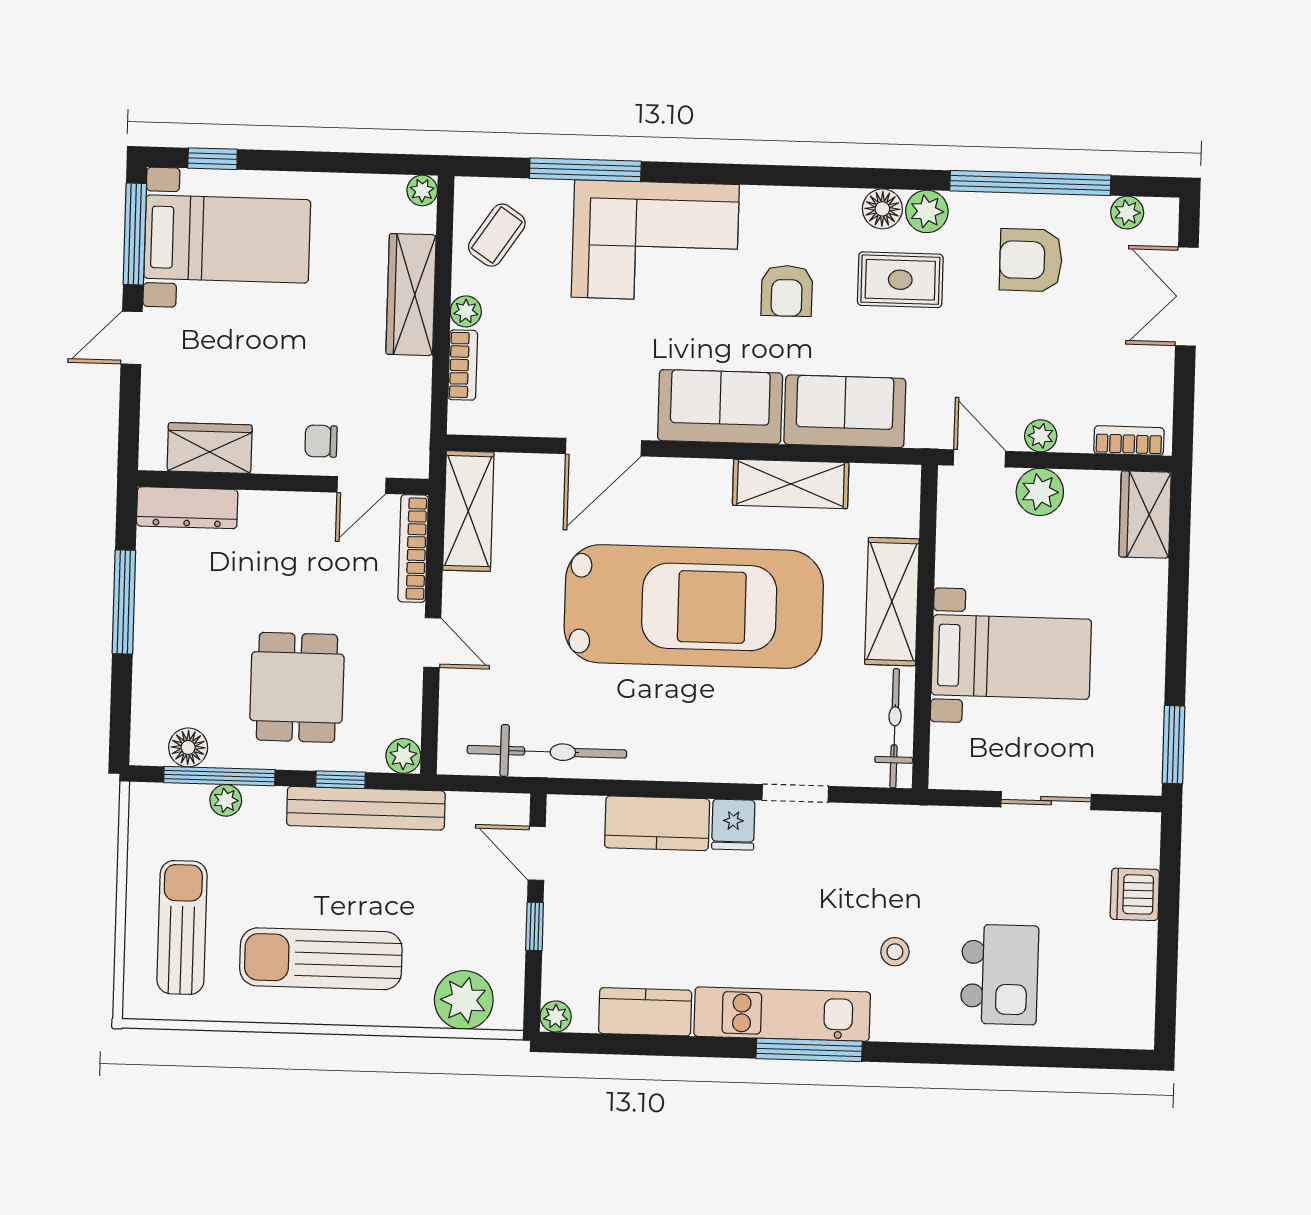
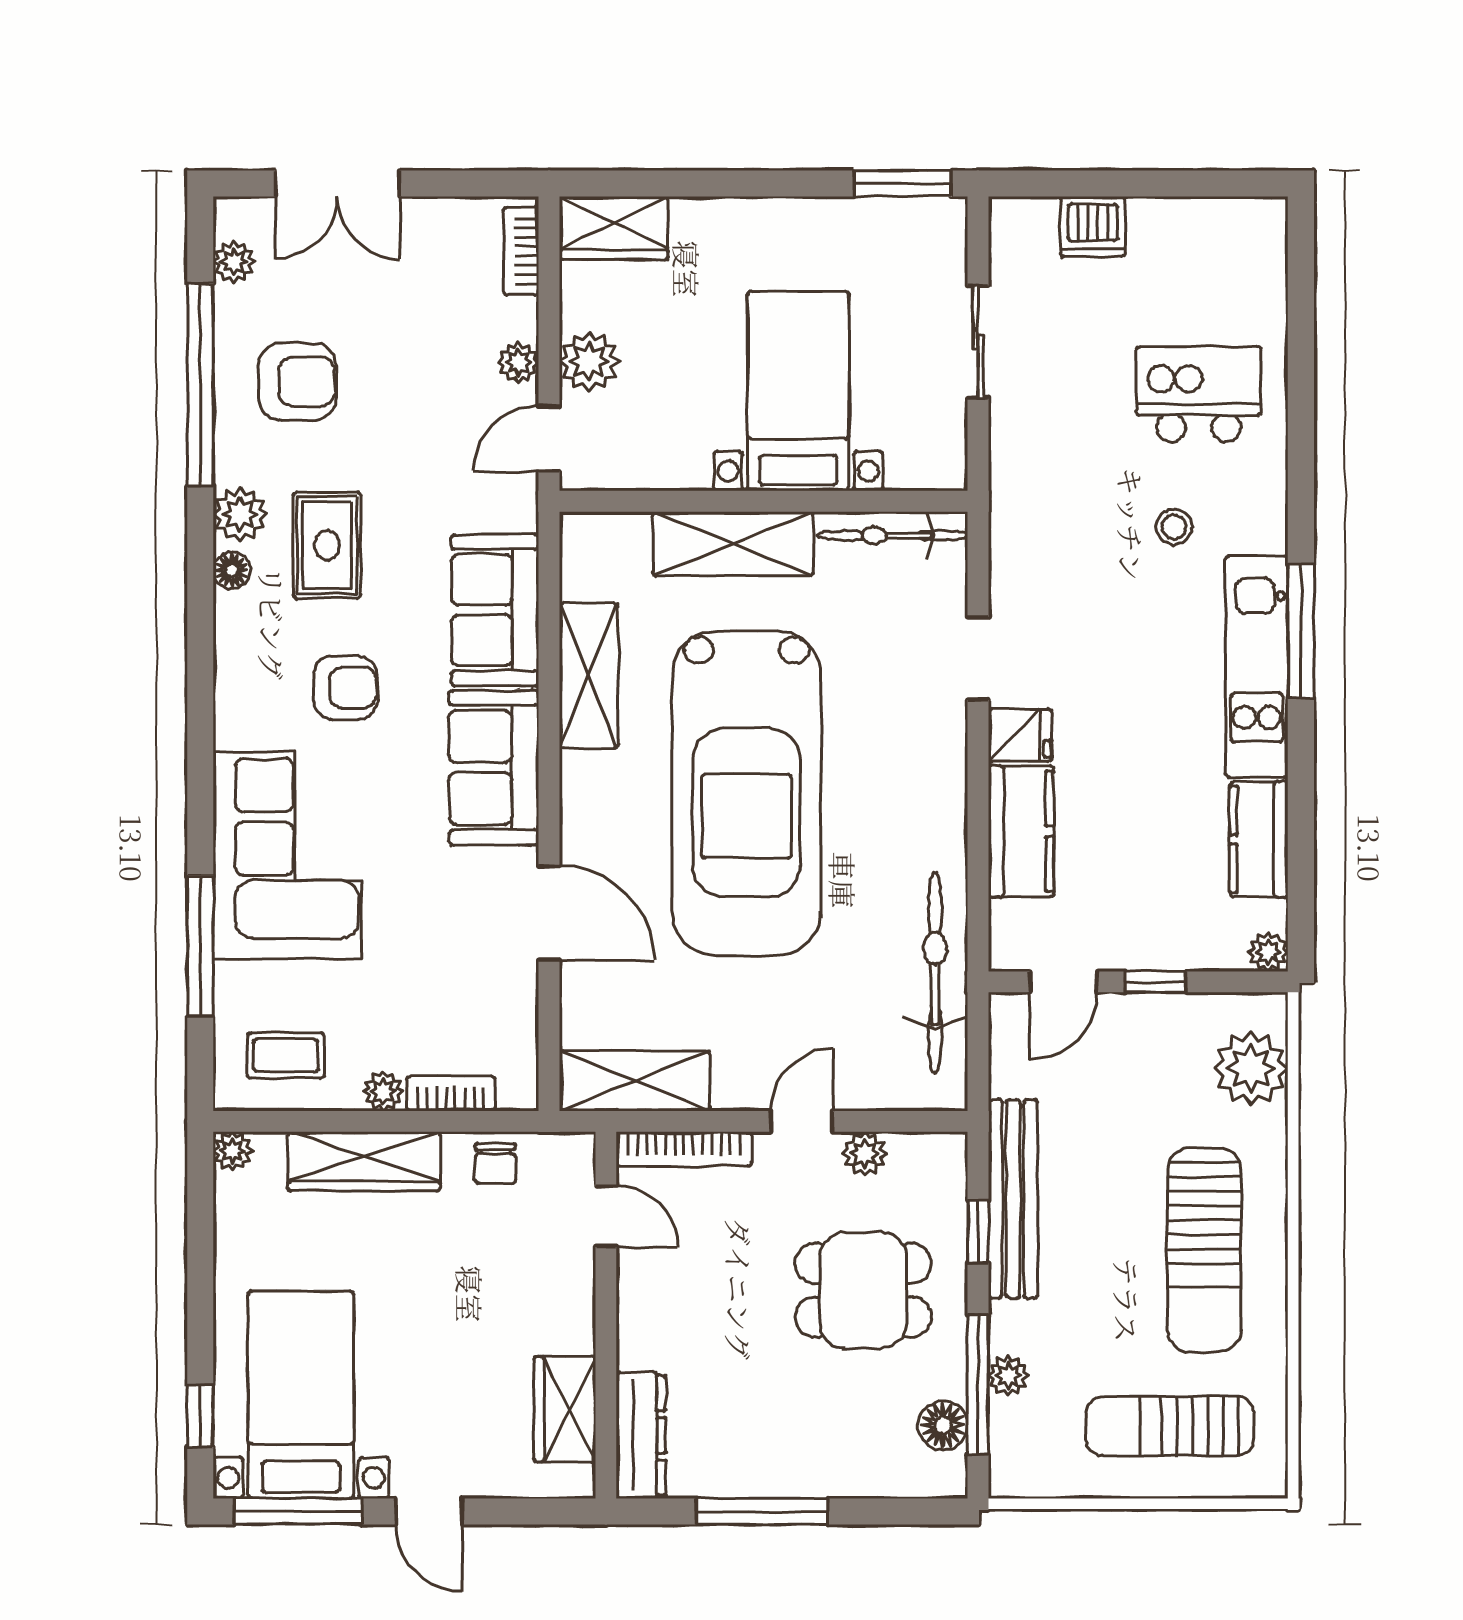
floor lamp: (882, 209) -> (232, 570), width x0.73, depth x0.73
coffee table: (497, 235) -> (286, 1055), turned -34
armchair: (1031, 260) -> (297, 381), turned -90
chair: (321, 441) -> (495, 1164), moved
car: (694, 606) -> (746, 793), turned 180
plant: (403, 756) -> (865, 1154), moved

